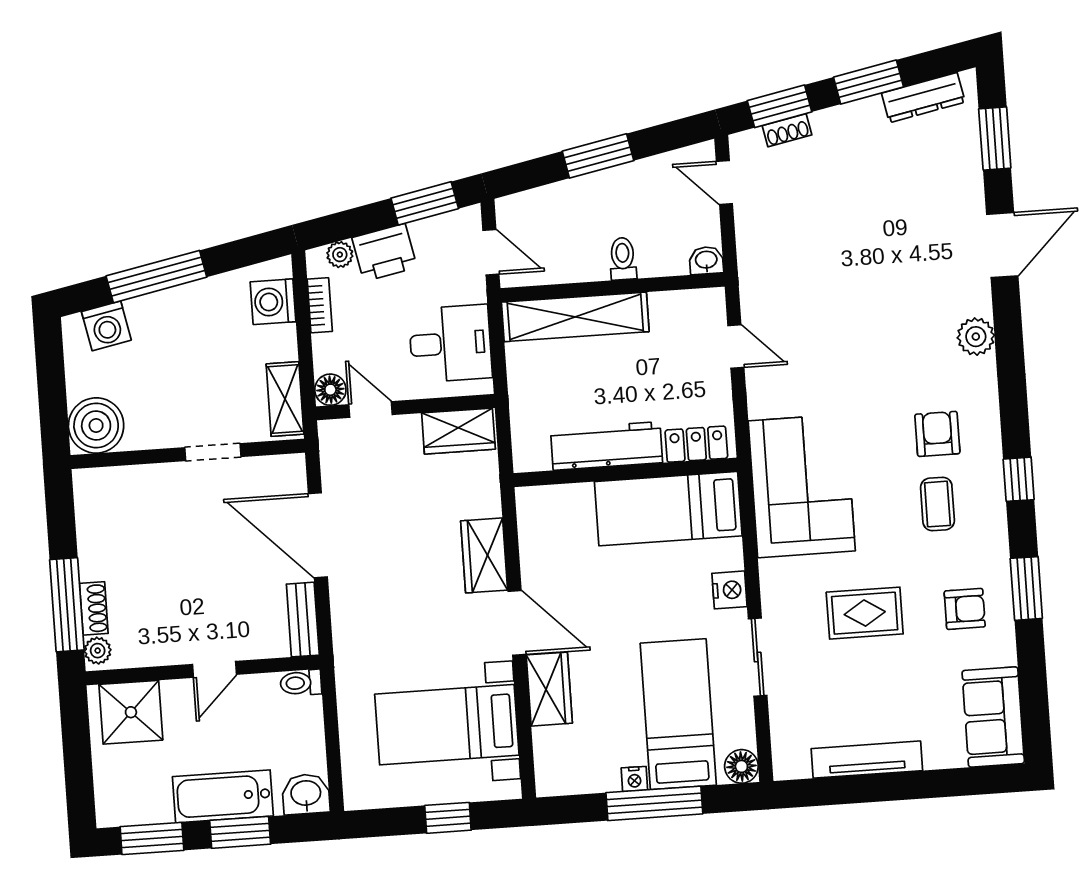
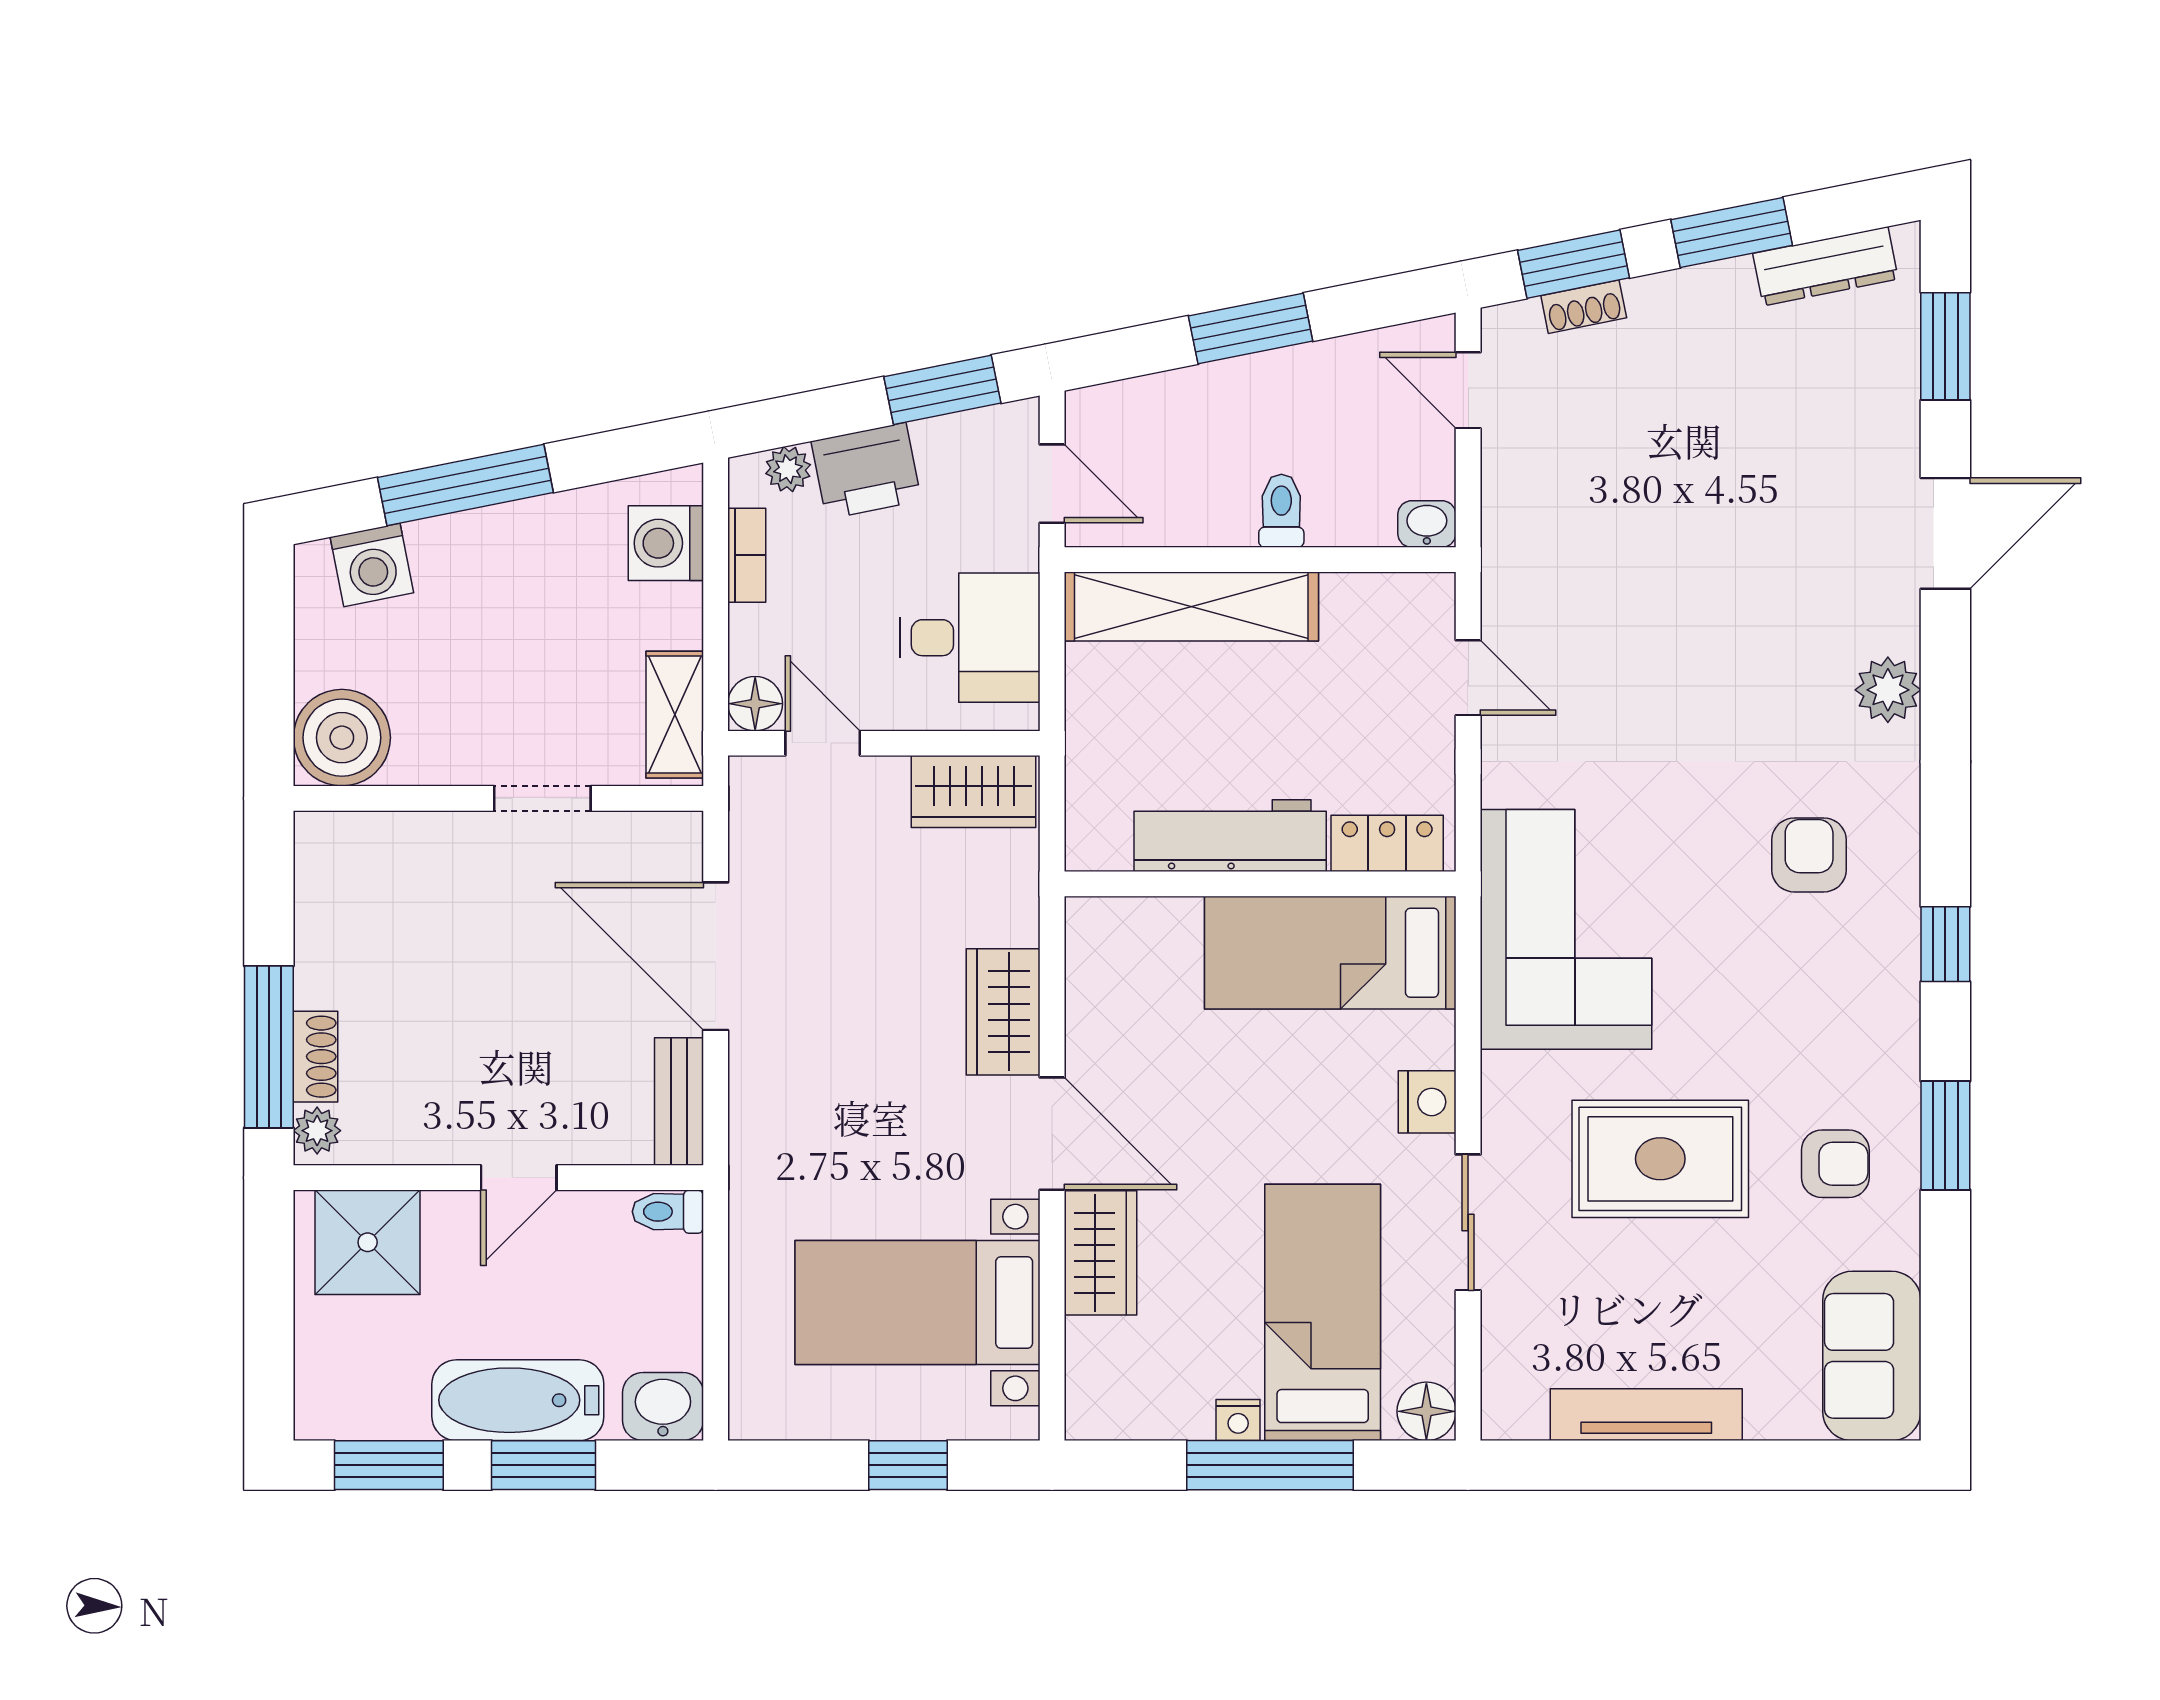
coffee table: (937, 504) -> (1801, 977), removed
rug: (865, 613) -> (1660, 1159), width x1.36, depth x1.43

